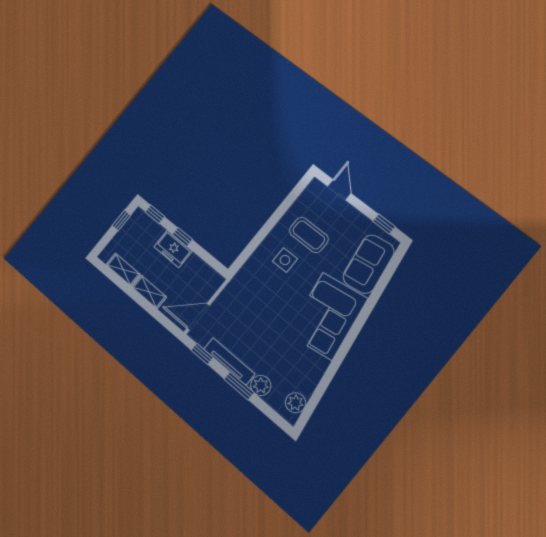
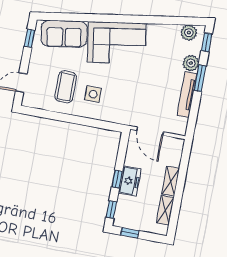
door: (198, 317) -> (150, 131), moved
window: (202, 354) -> (207, 42), moved

